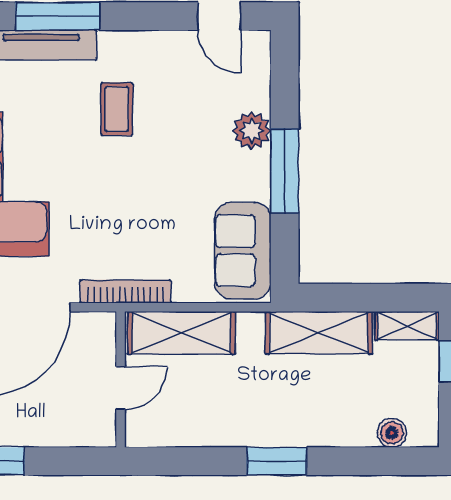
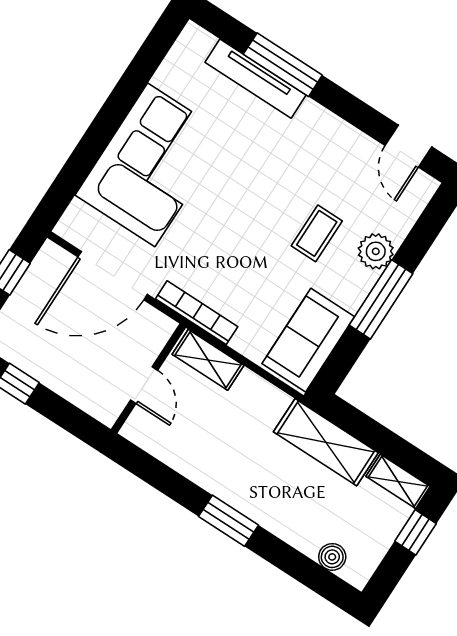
coffee table: (117, 109) -> (317, 233), moved
shelving: (181, 333) -> (208, 360), width x0.67, depth x0.75
door: (121, 388) -> (144, 385), hinge flipped

